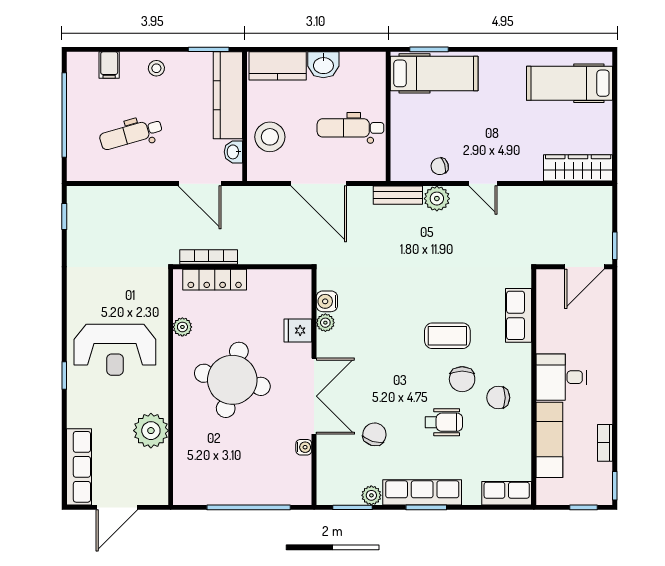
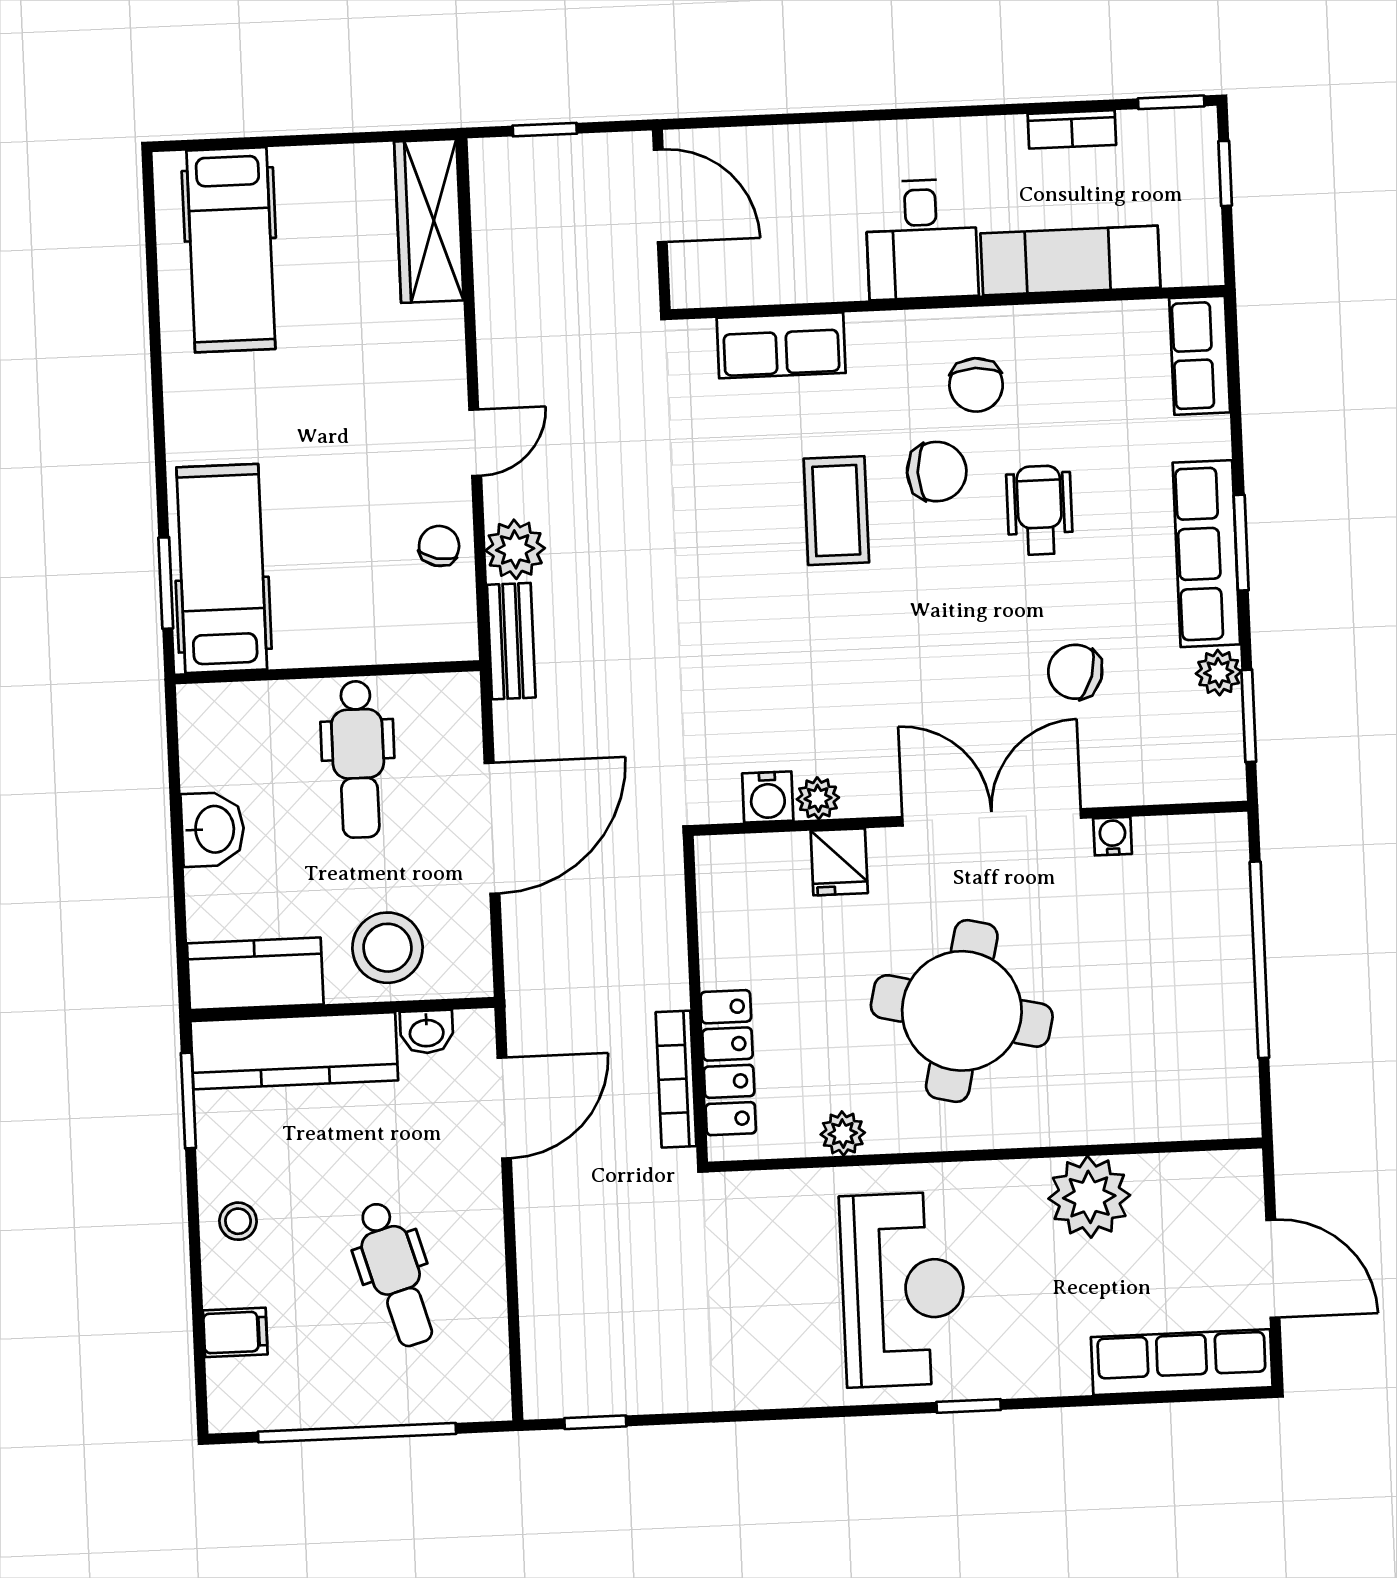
kitchen counter: (278, 66) -> (255, 974), moved, turned -90
chair: (440, 166) -> (439, 546), turned -151
window: (615, 246) -> (545, 130), moved

